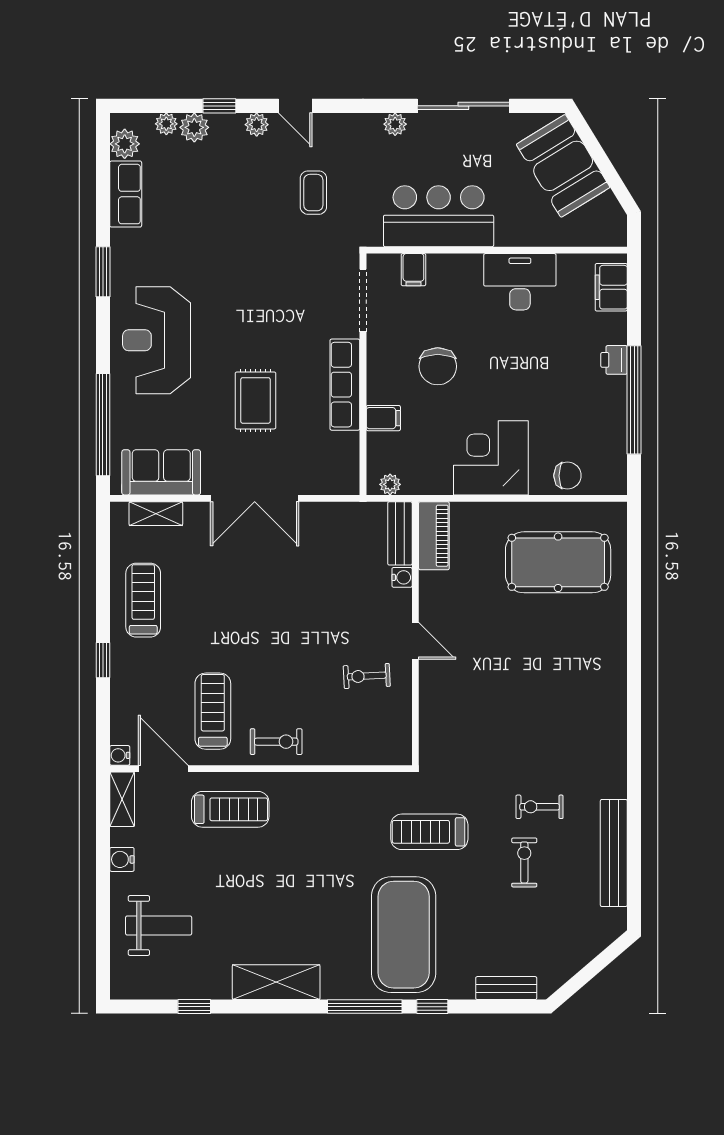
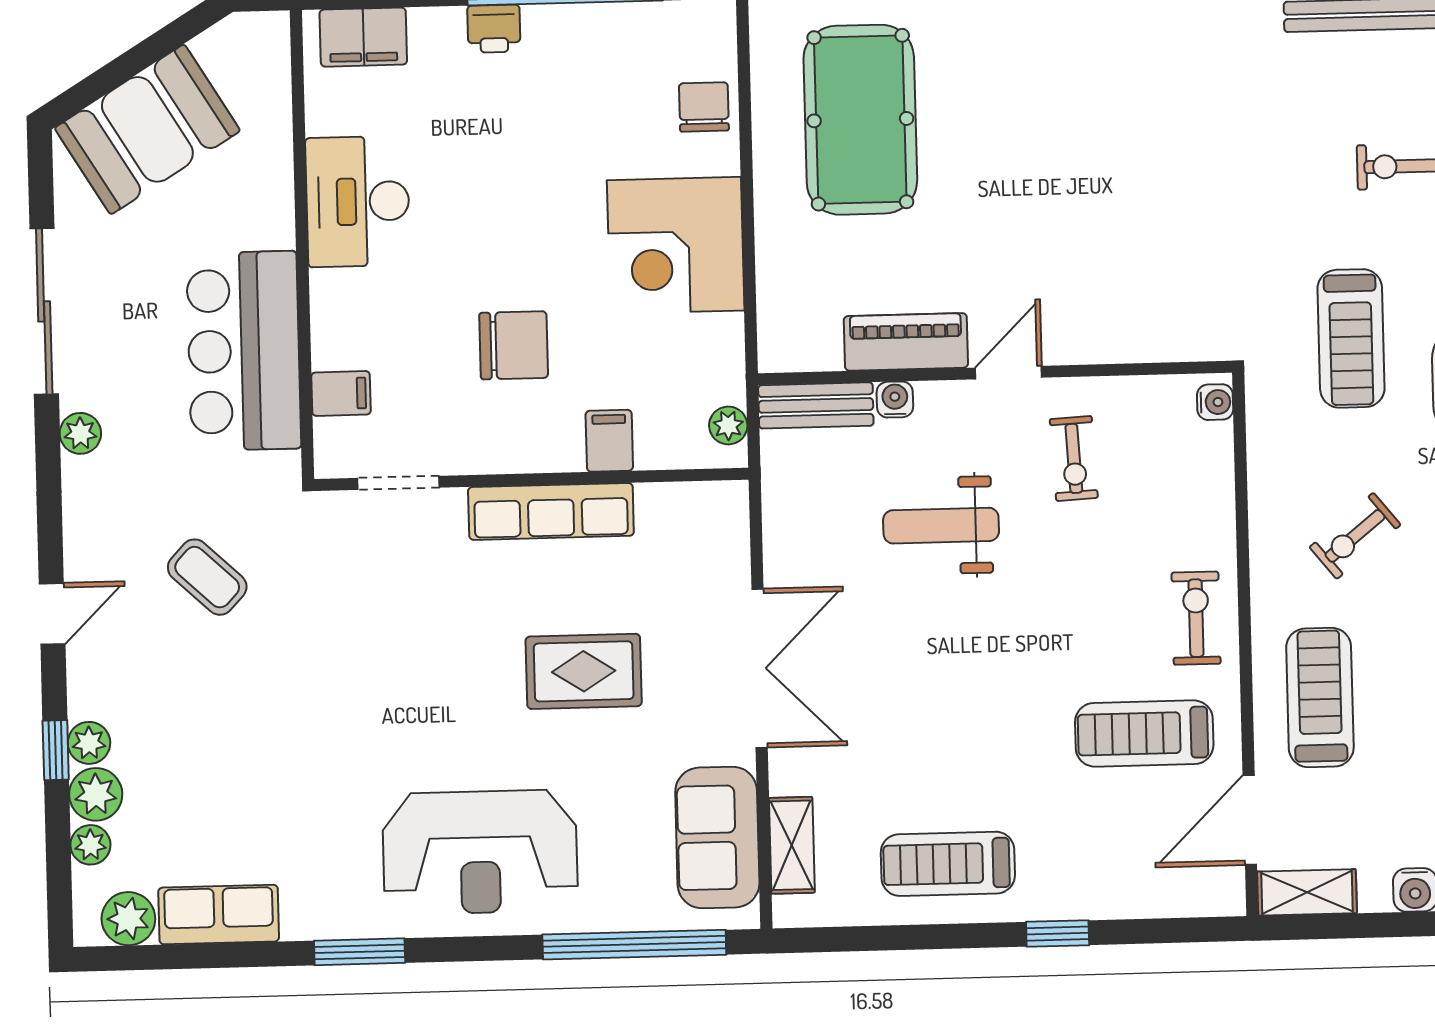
plant: (257, 125) -> (89, 743), moved
coffee table: (313, 193) -> (207, 577), turned 43
doorway: (363, 300) -> (398, 483), width x0.73
piano: (434, 536) -> (906, 342), moved
weight bench: (331, 601) -> (941, 526), added
water cooler: (120, 755) -> (1215, 402), moved, turned -90
exercise bike: (539, 807) -> (1355, 536), moved, turned 51

